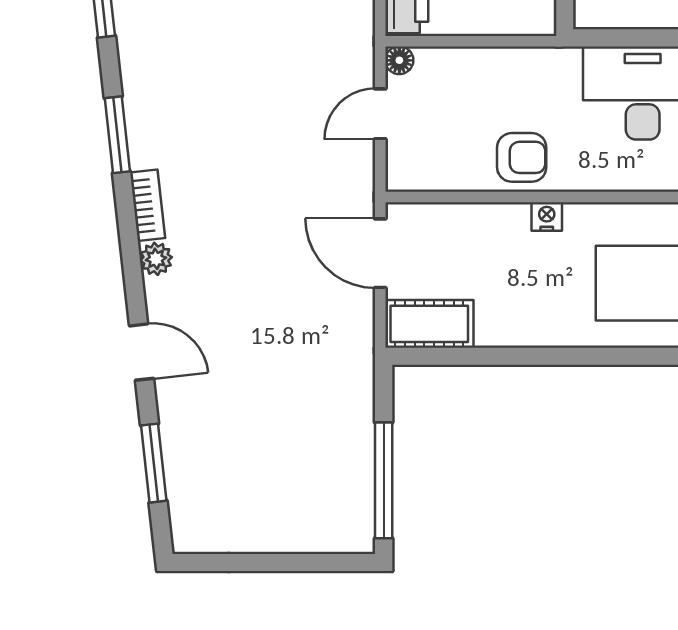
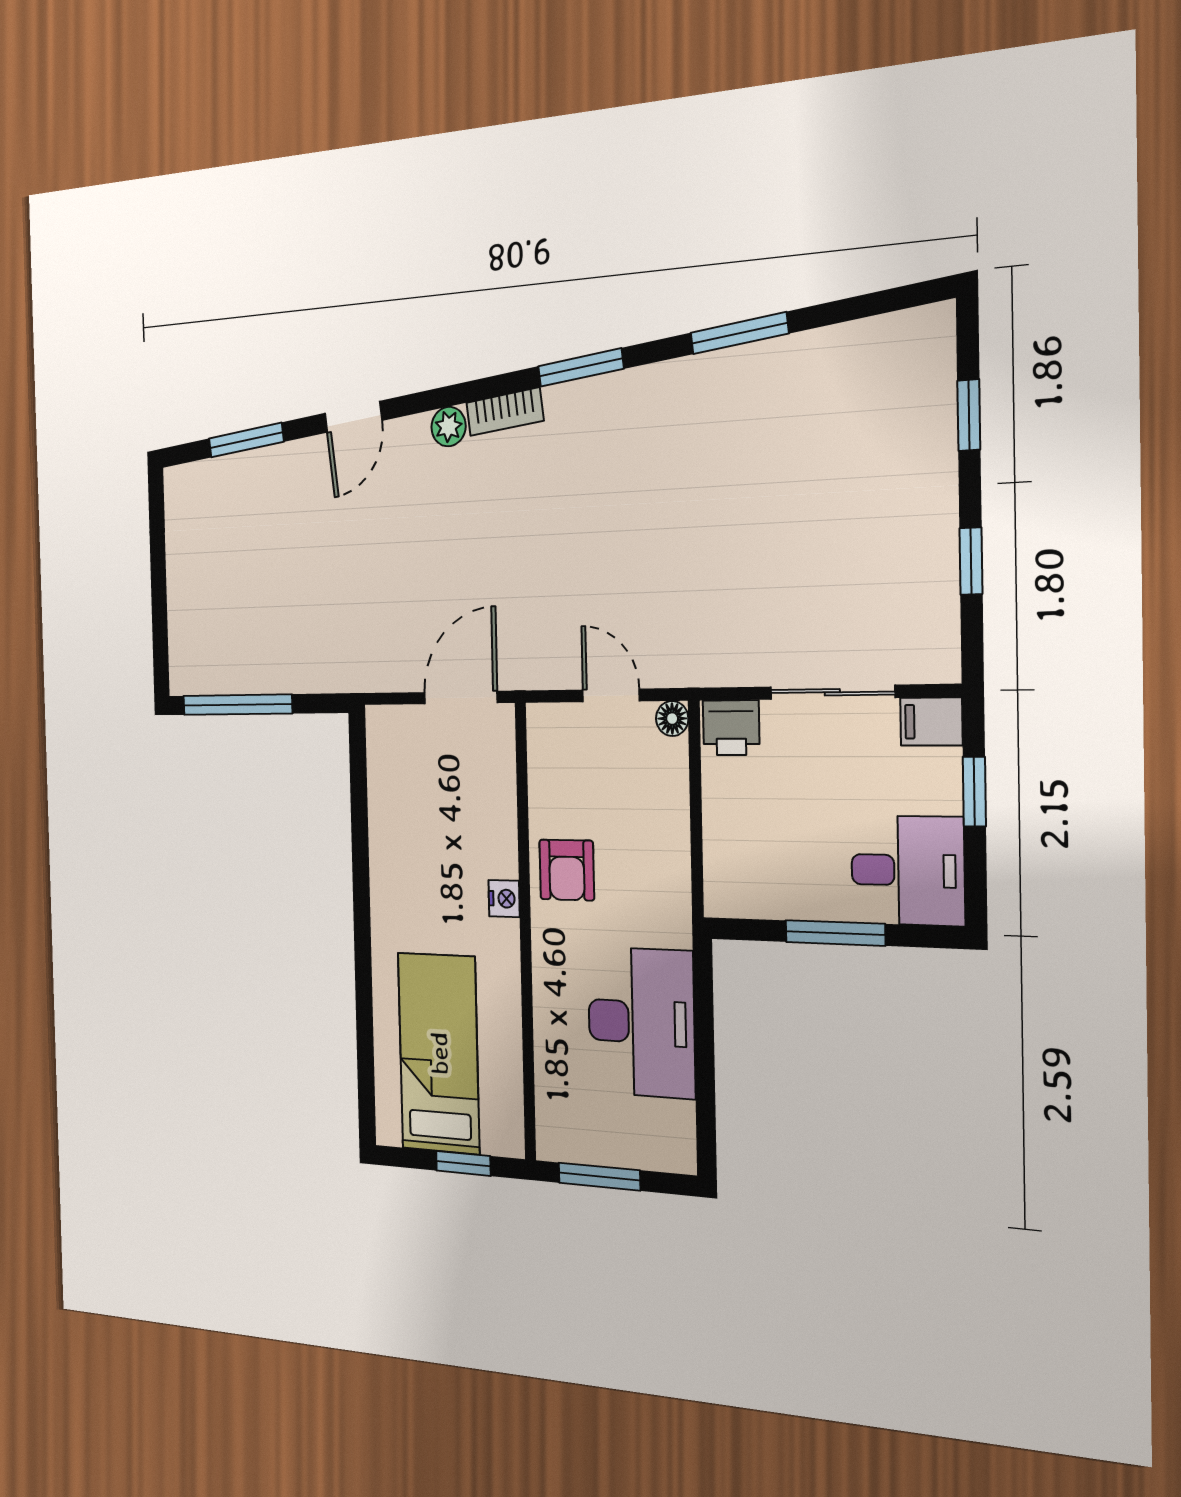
cot: (429, 324) -> (390, 757), removed

